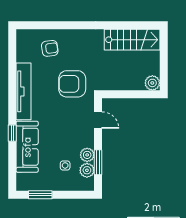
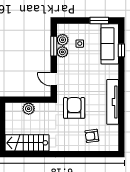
plant: (152, 83) -> (29, 109), moved
armchair: (72, 84) -> (74, 108), turned -90
window: (12, 133) -> (121, 50), moved
sofa: (27, 147) -> (110, 44), moved

